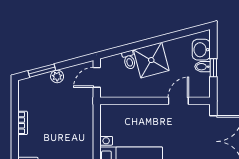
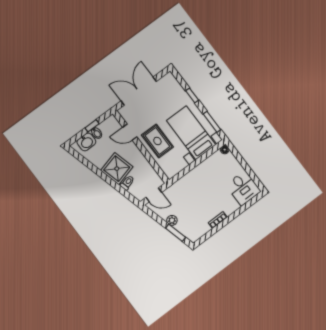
rug: (148, 122) -> (157, 141), added

